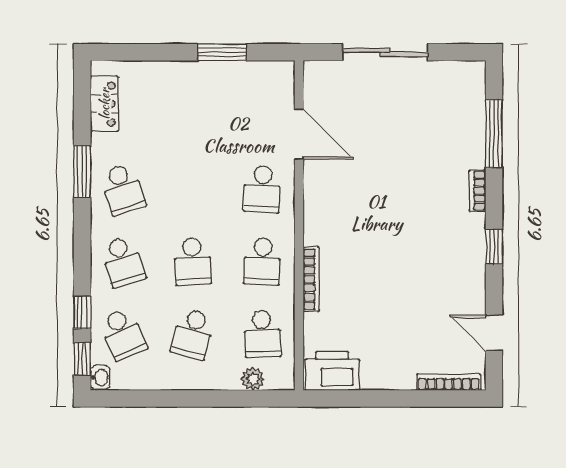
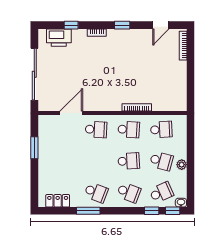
sliding door: (385, 52) -> (34, 74), width x1.36
window: (494, 134) -> (71, 25), width x0.46
school desk: (123, 189) -> (96, 192), turned 39
school desk: (123, 262) -> (129, 192), turned 39
printer: (332, 371) -> (59, 38), moved, turned -90
plant: (253, 379) -> (182, 165), moved

